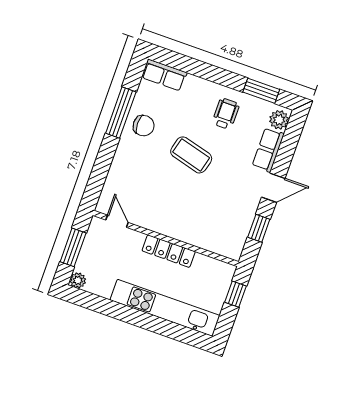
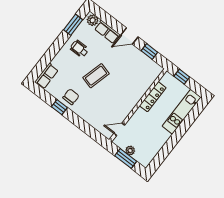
window: (121, 113) -> (59, 107), width x0.46
door: (273, 188) -> (129, 36), swing flipped
locker: (169, 251) -> (153, 97), moved
plant: (78, 280) -> (130, 150), moved
kitchen unit: (165, 308) -> (182, 112), width x0.73

